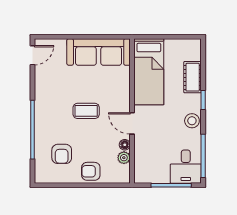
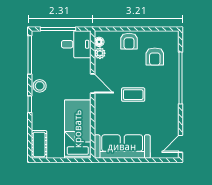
cot: (193, 77) -> (39, 144), moved
floor lamp: (125, 145) -> (99, 42), moved
armchair: (62, 154) -> (155, 57), turned 180
desk: (186, 167) -> (76, 44), moved, turned 90
armchair: (91, 171) -> (129, 41), turned 90

